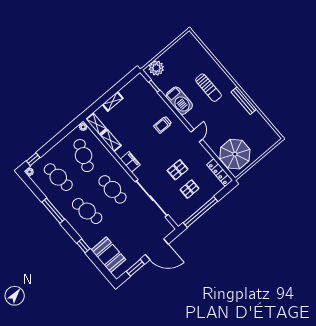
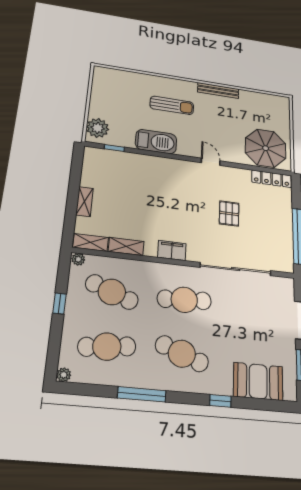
trolley: (163, 125) -> (165, 180), removed
window: (33, 159) -> (60, 304), moved
pallet: (190, 189) -> (262, 222), removed
cafe table: (87, 211) -> (182, 354), turned 33

